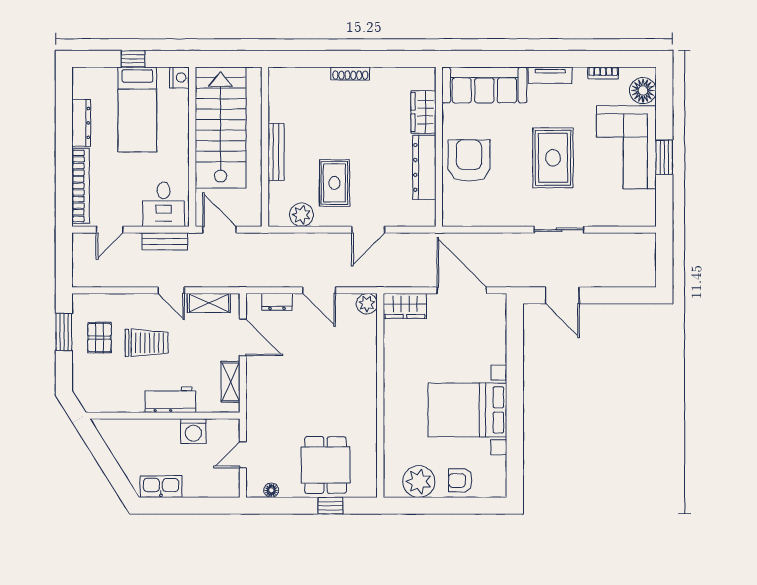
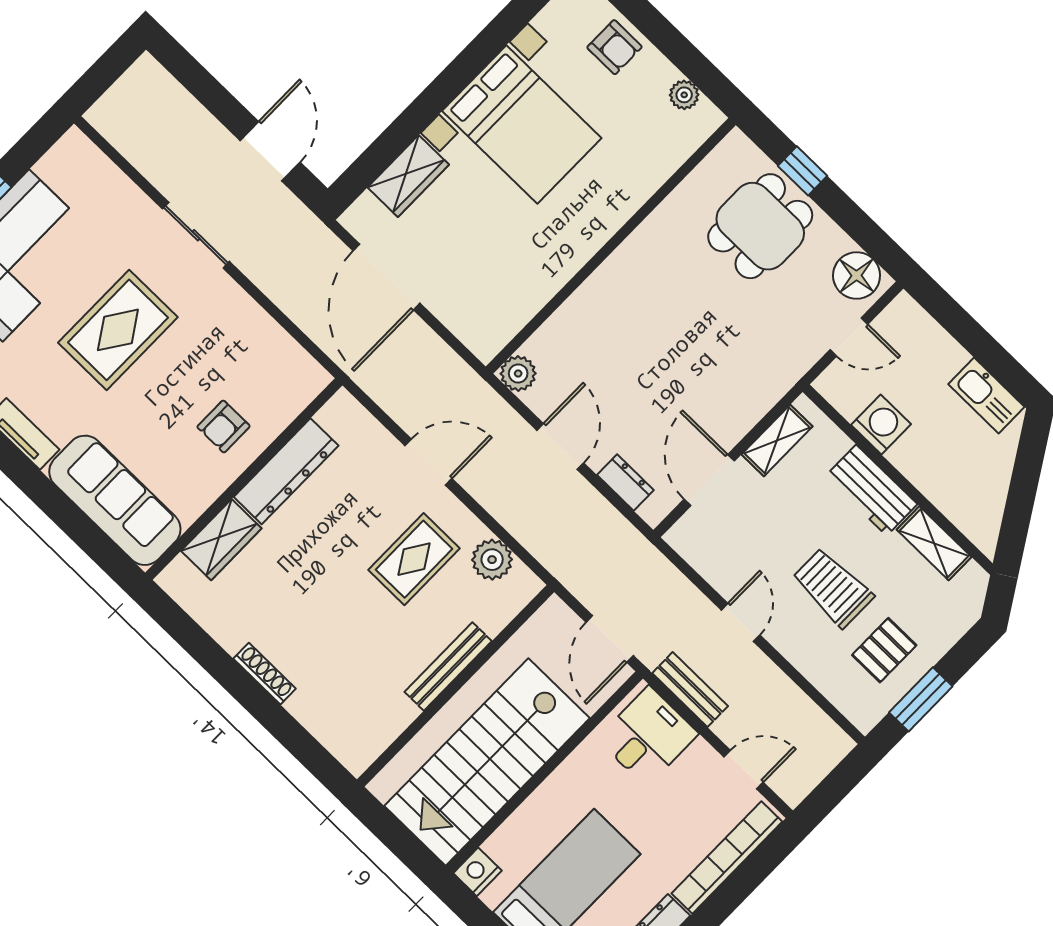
armchair: (469, 161) -> (224, 426), width x0.53, depth x0.53
shelving: (209, 303) -> (934, 543), moved
wardrobe: (405, 306) -> (408, 176), moved, turned 90
plant: (419, 482) -> (684, 95), width x0.53, depth x0.53
floor lamp: (271, 490) -> (857, 275), width x1.89, depth x1.89

